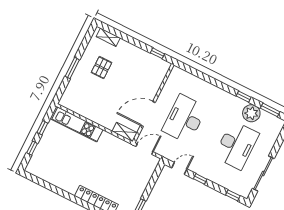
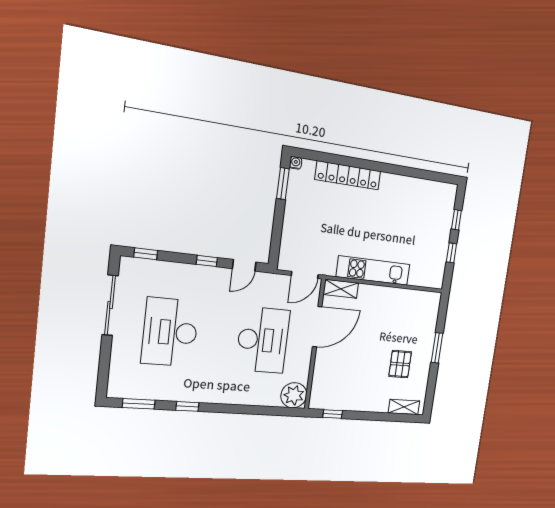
plant: (251, 113) -> (294, 395), moved
kitchen unit: (77, 125) -> (373, 271), moved

